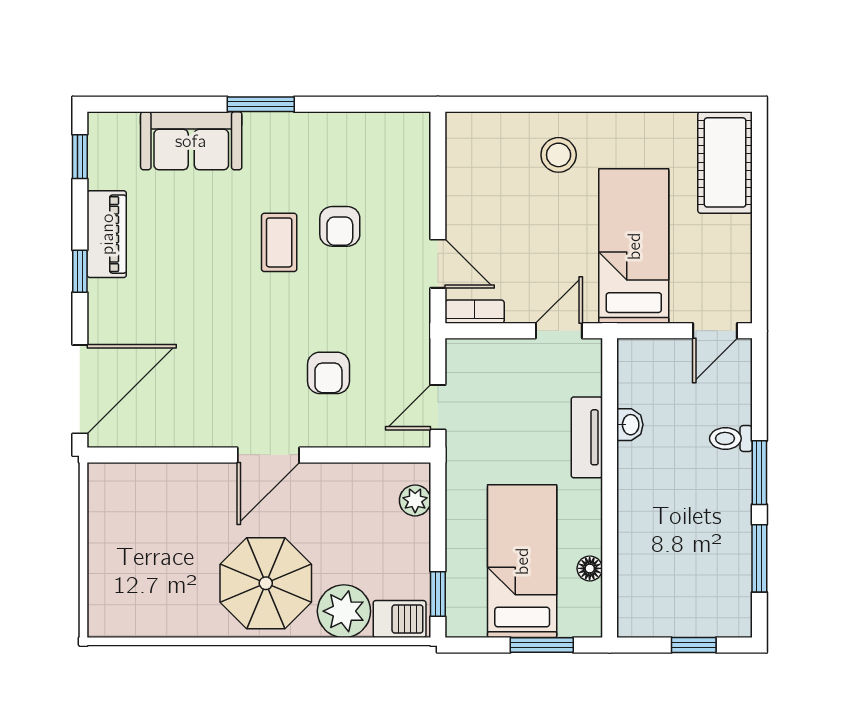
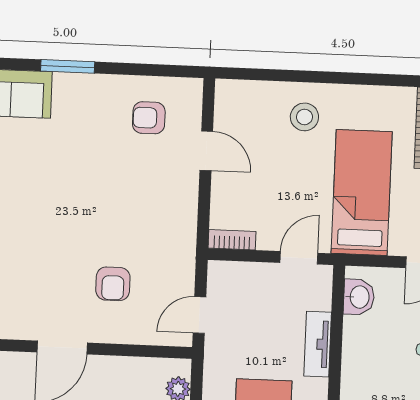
armchair: (340, 226) -> (149, 118), moved, turned 90
coffee table: (279, 242) -> (78, 178), removed
door: (438, 264) -> (206, 151), moved
washbasin: (630, 425) -> (359, 297), moved, width x1.38, depth x1.45

